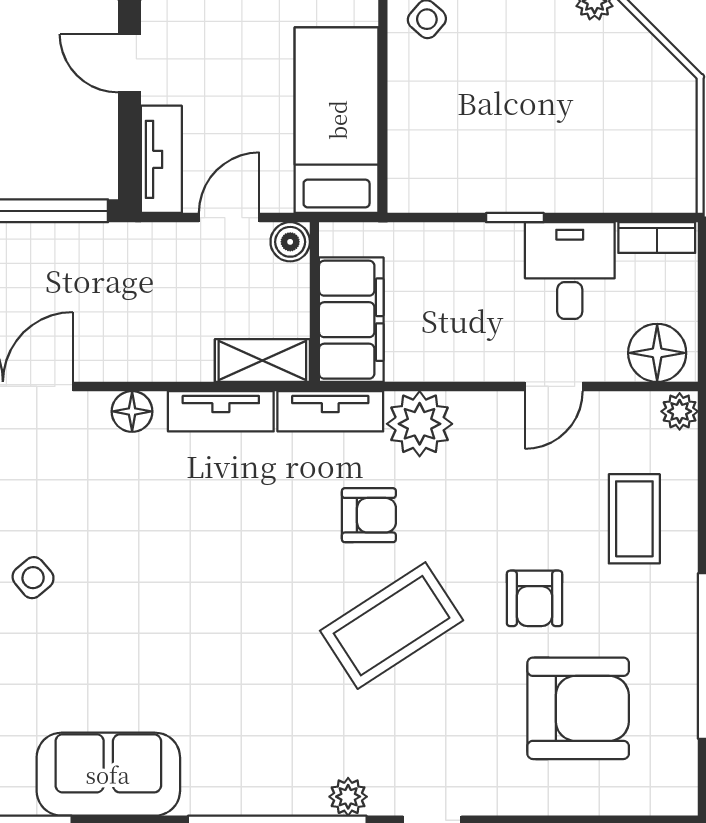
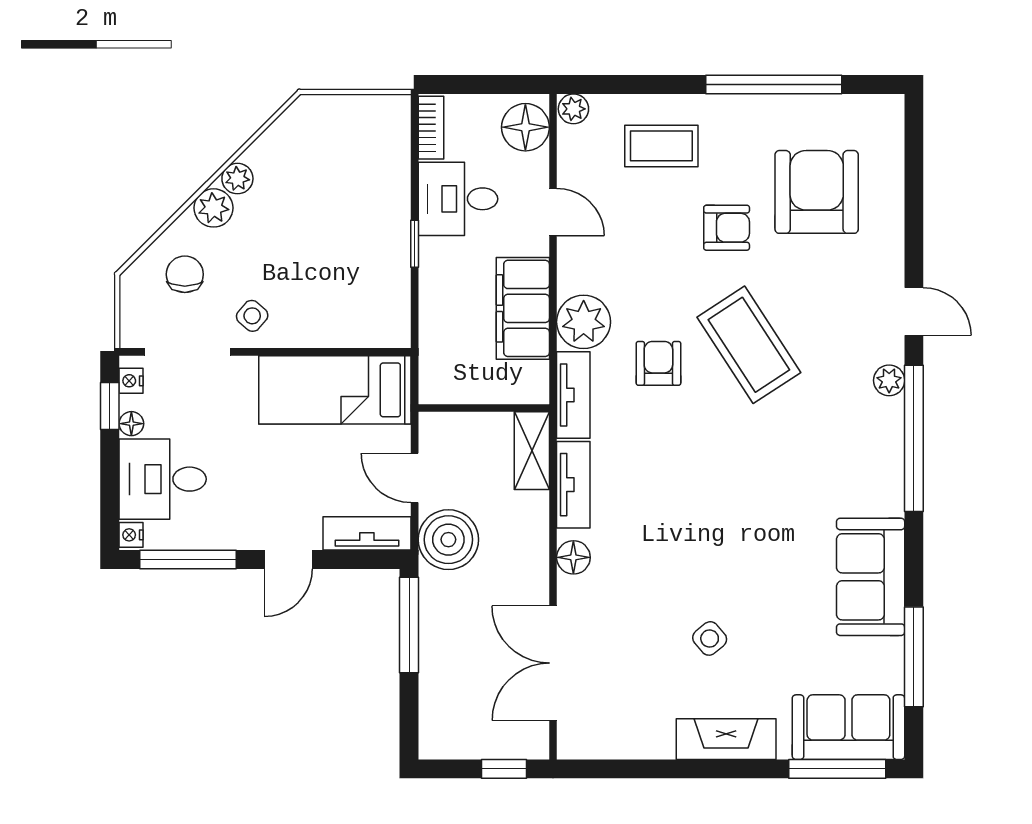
boiler: (290, 242) -> (448, 540), moved, width x1.86, depth x1.86
filing cabinet: (351, 320) -> (523, 308), moved, turned -90

